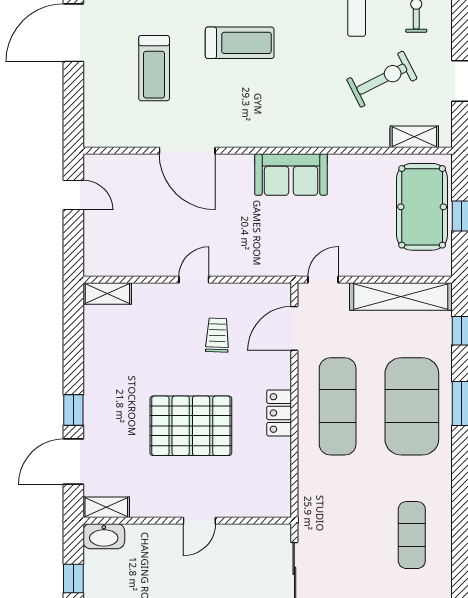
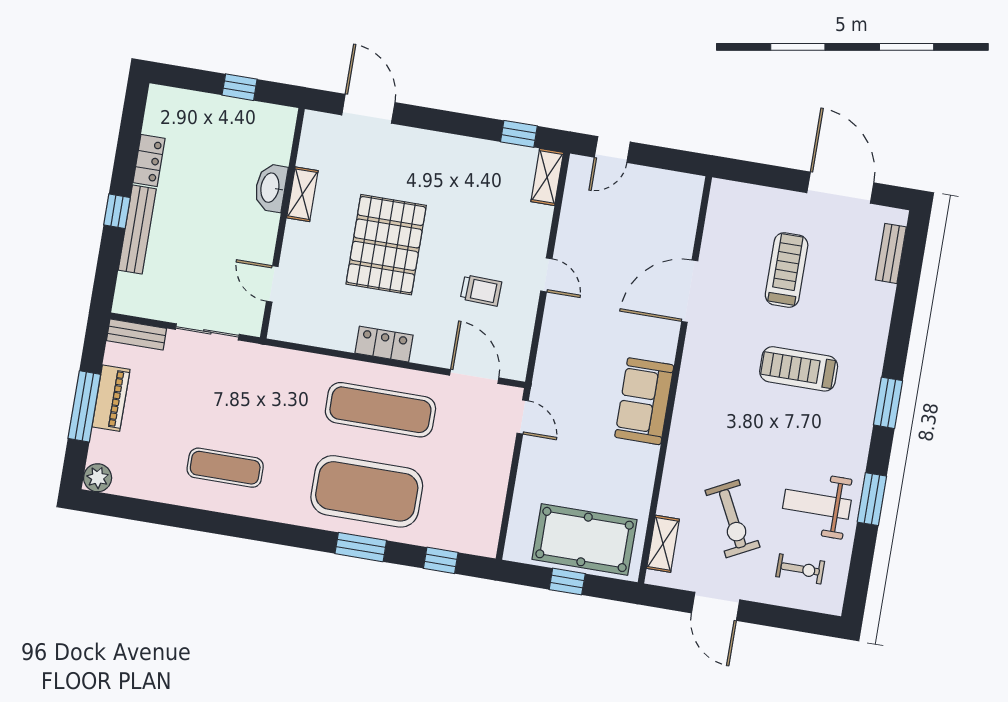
treadmill: (240, 43) -> (799, 369), turned 90
treadmill: (154, 68) -> (787, 270), turned 90
door: (73, 195) -> (612, 150), moved
shelving: (401, 297) -> (490, 500), removed
window: (73, 410) -> (519, 134), moved
shelving: (106, 507) -> (302, 194), moved
door: (199, 521) -> (272, 284), moved
washbasin: (104, 536) -> (271, 188), moved

